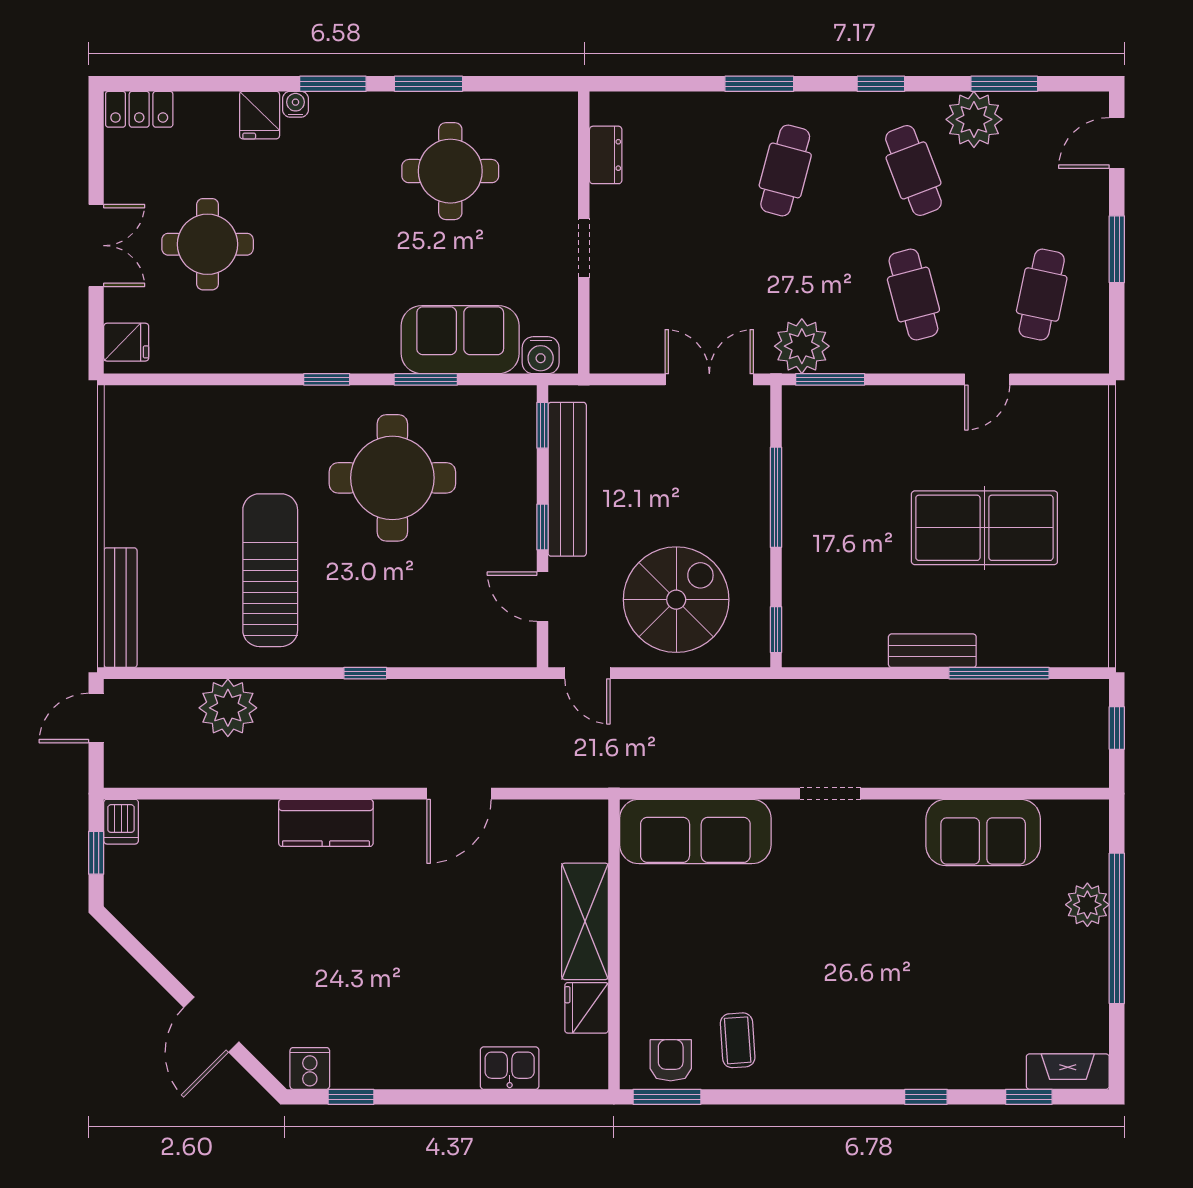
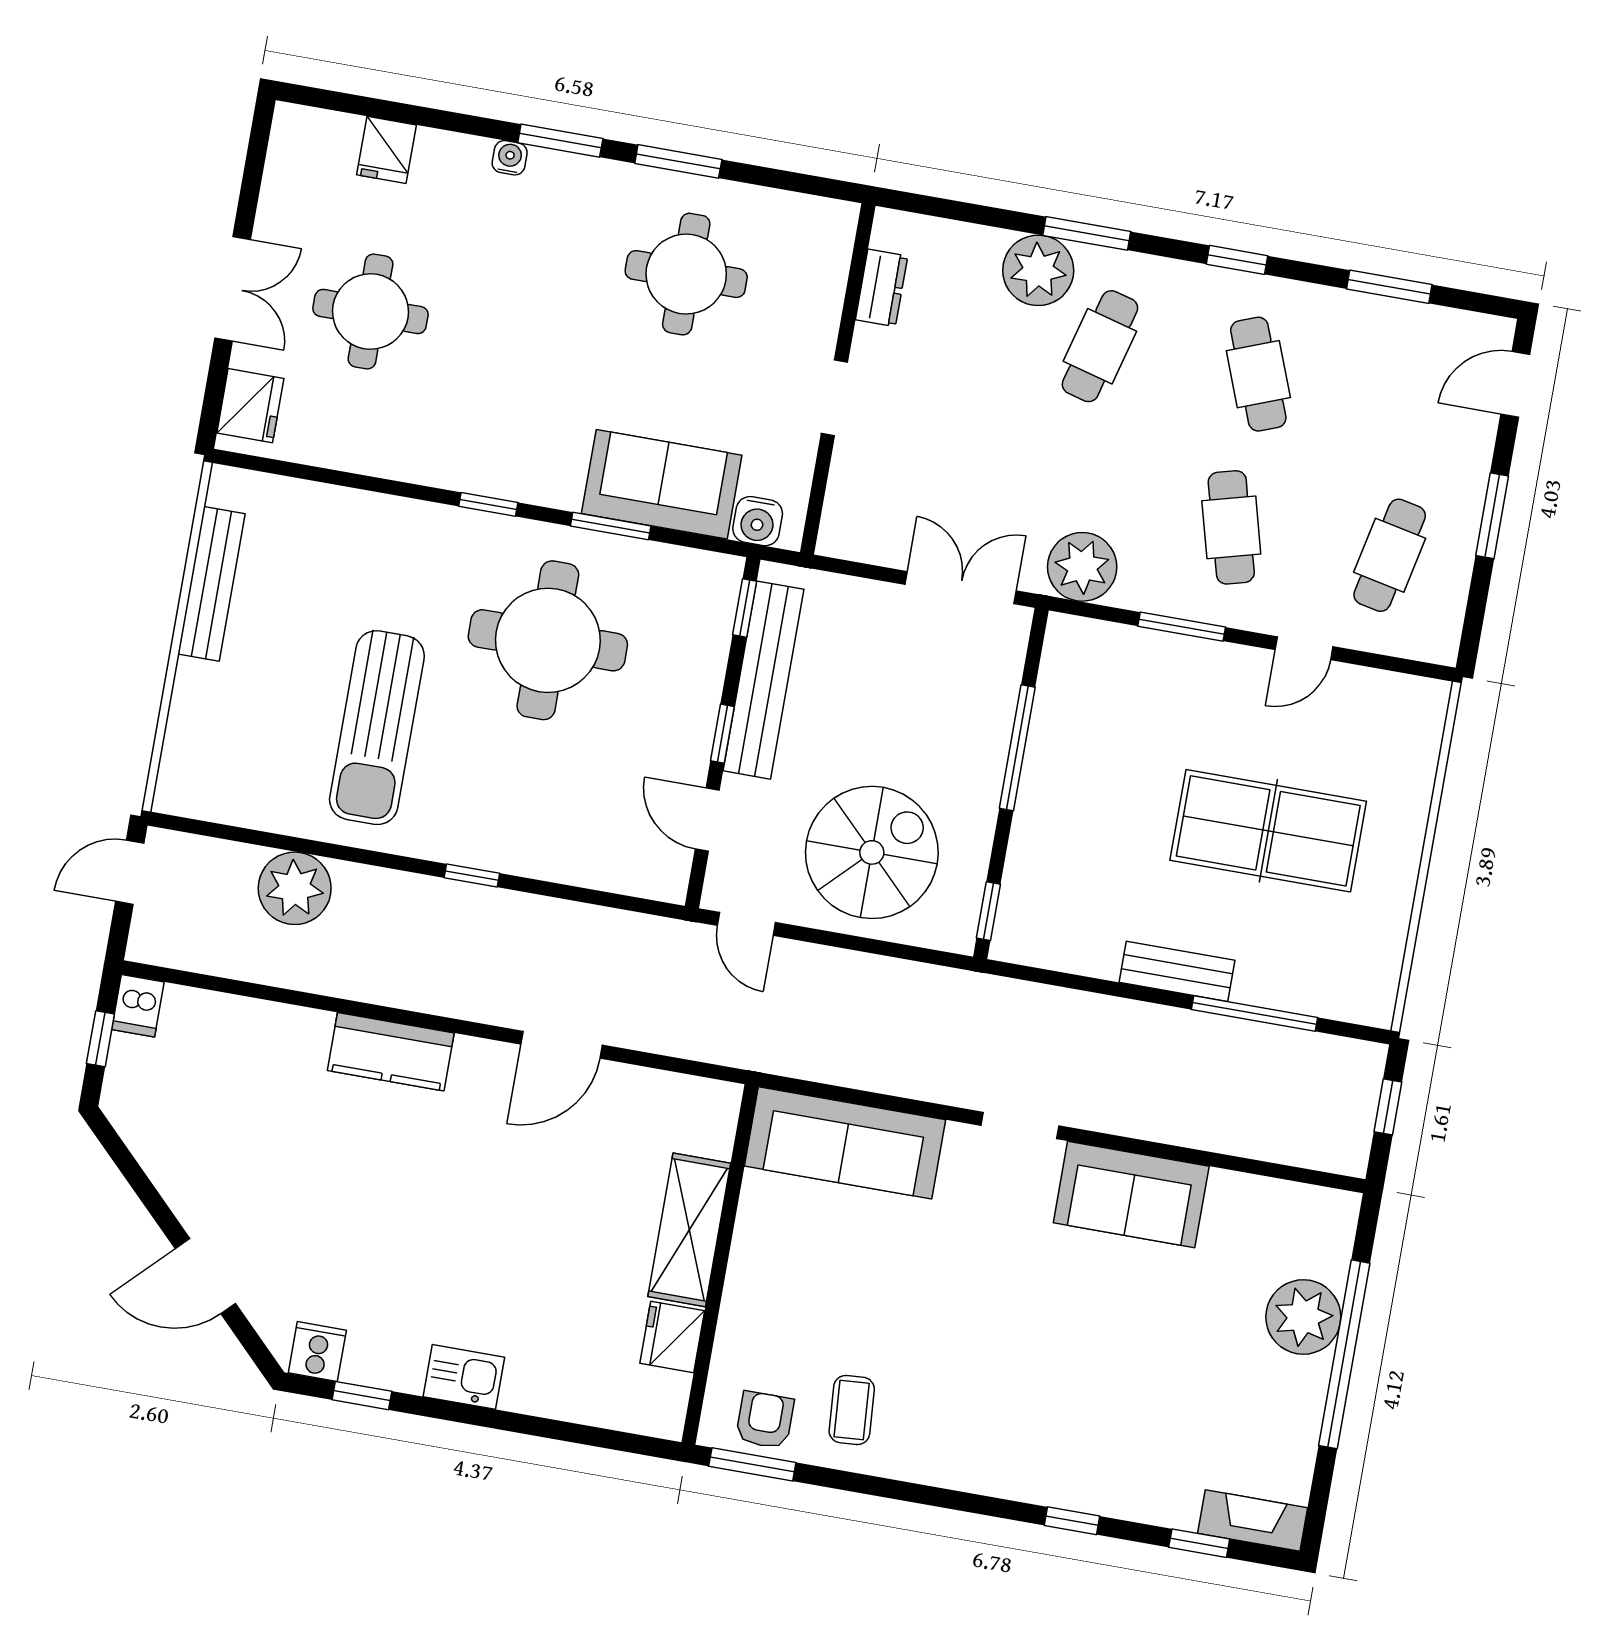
locker: (139, 109) -> (316, 130), removed
fridge: (260, 115) -> (387, 150), moved
plant: (974, 119) -> (1038, 270), moved
fridge: (126, 342) -> (250, 406), width x1.38
window: (830, 379) -> (1182, 627), moved
sun lounger: (270, 570) -> (377, 728), turned 180
bench: (120, 608) -> (212, 584), moved
sofa: (983, 832) -> (1131, 1195), moved
plant: (1087, 905) -> (1303, 1317), width x1.36, depth x1.36
door: (211, 1025) -> (205, 1276), hinge flipped
kitchen sink: (510, 1068) -> (464, 1377), moved

